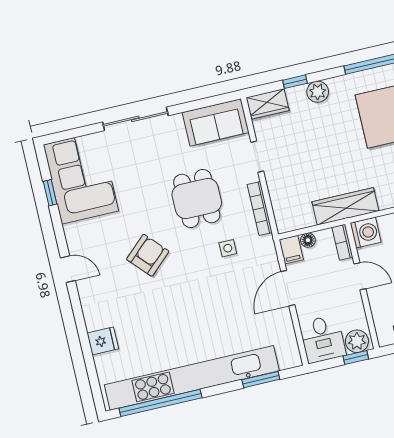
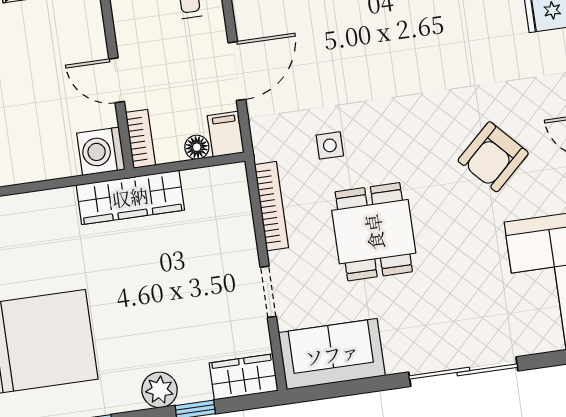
armchair: (148, 255) -> (493, 157), moved

